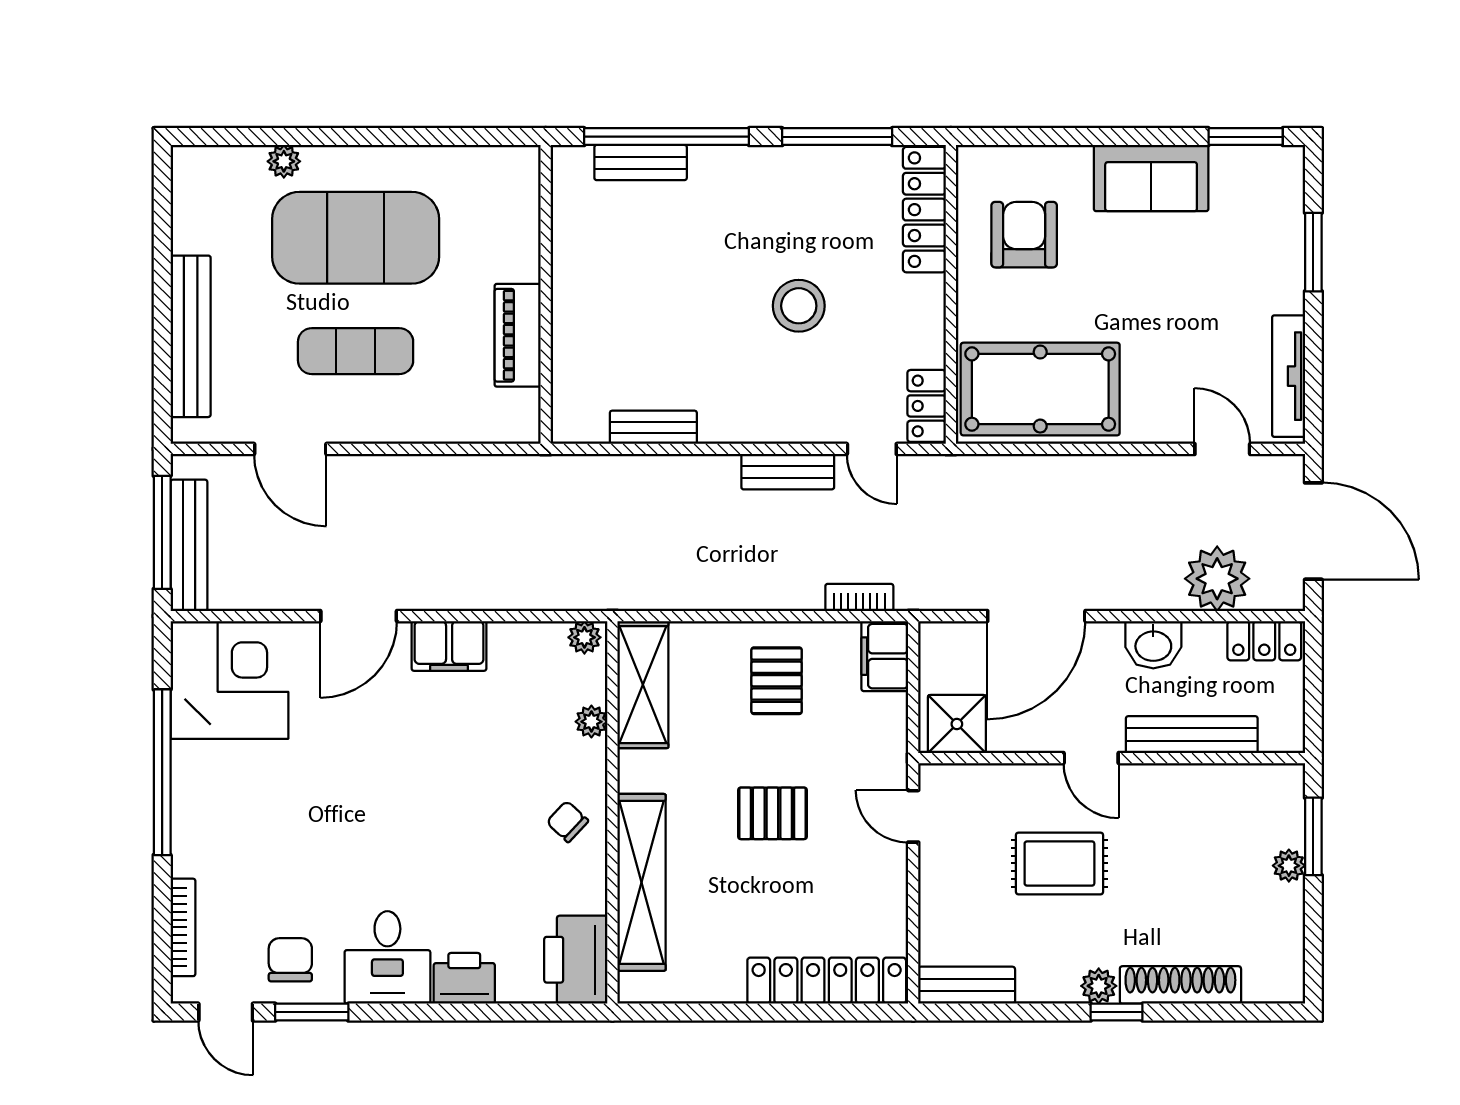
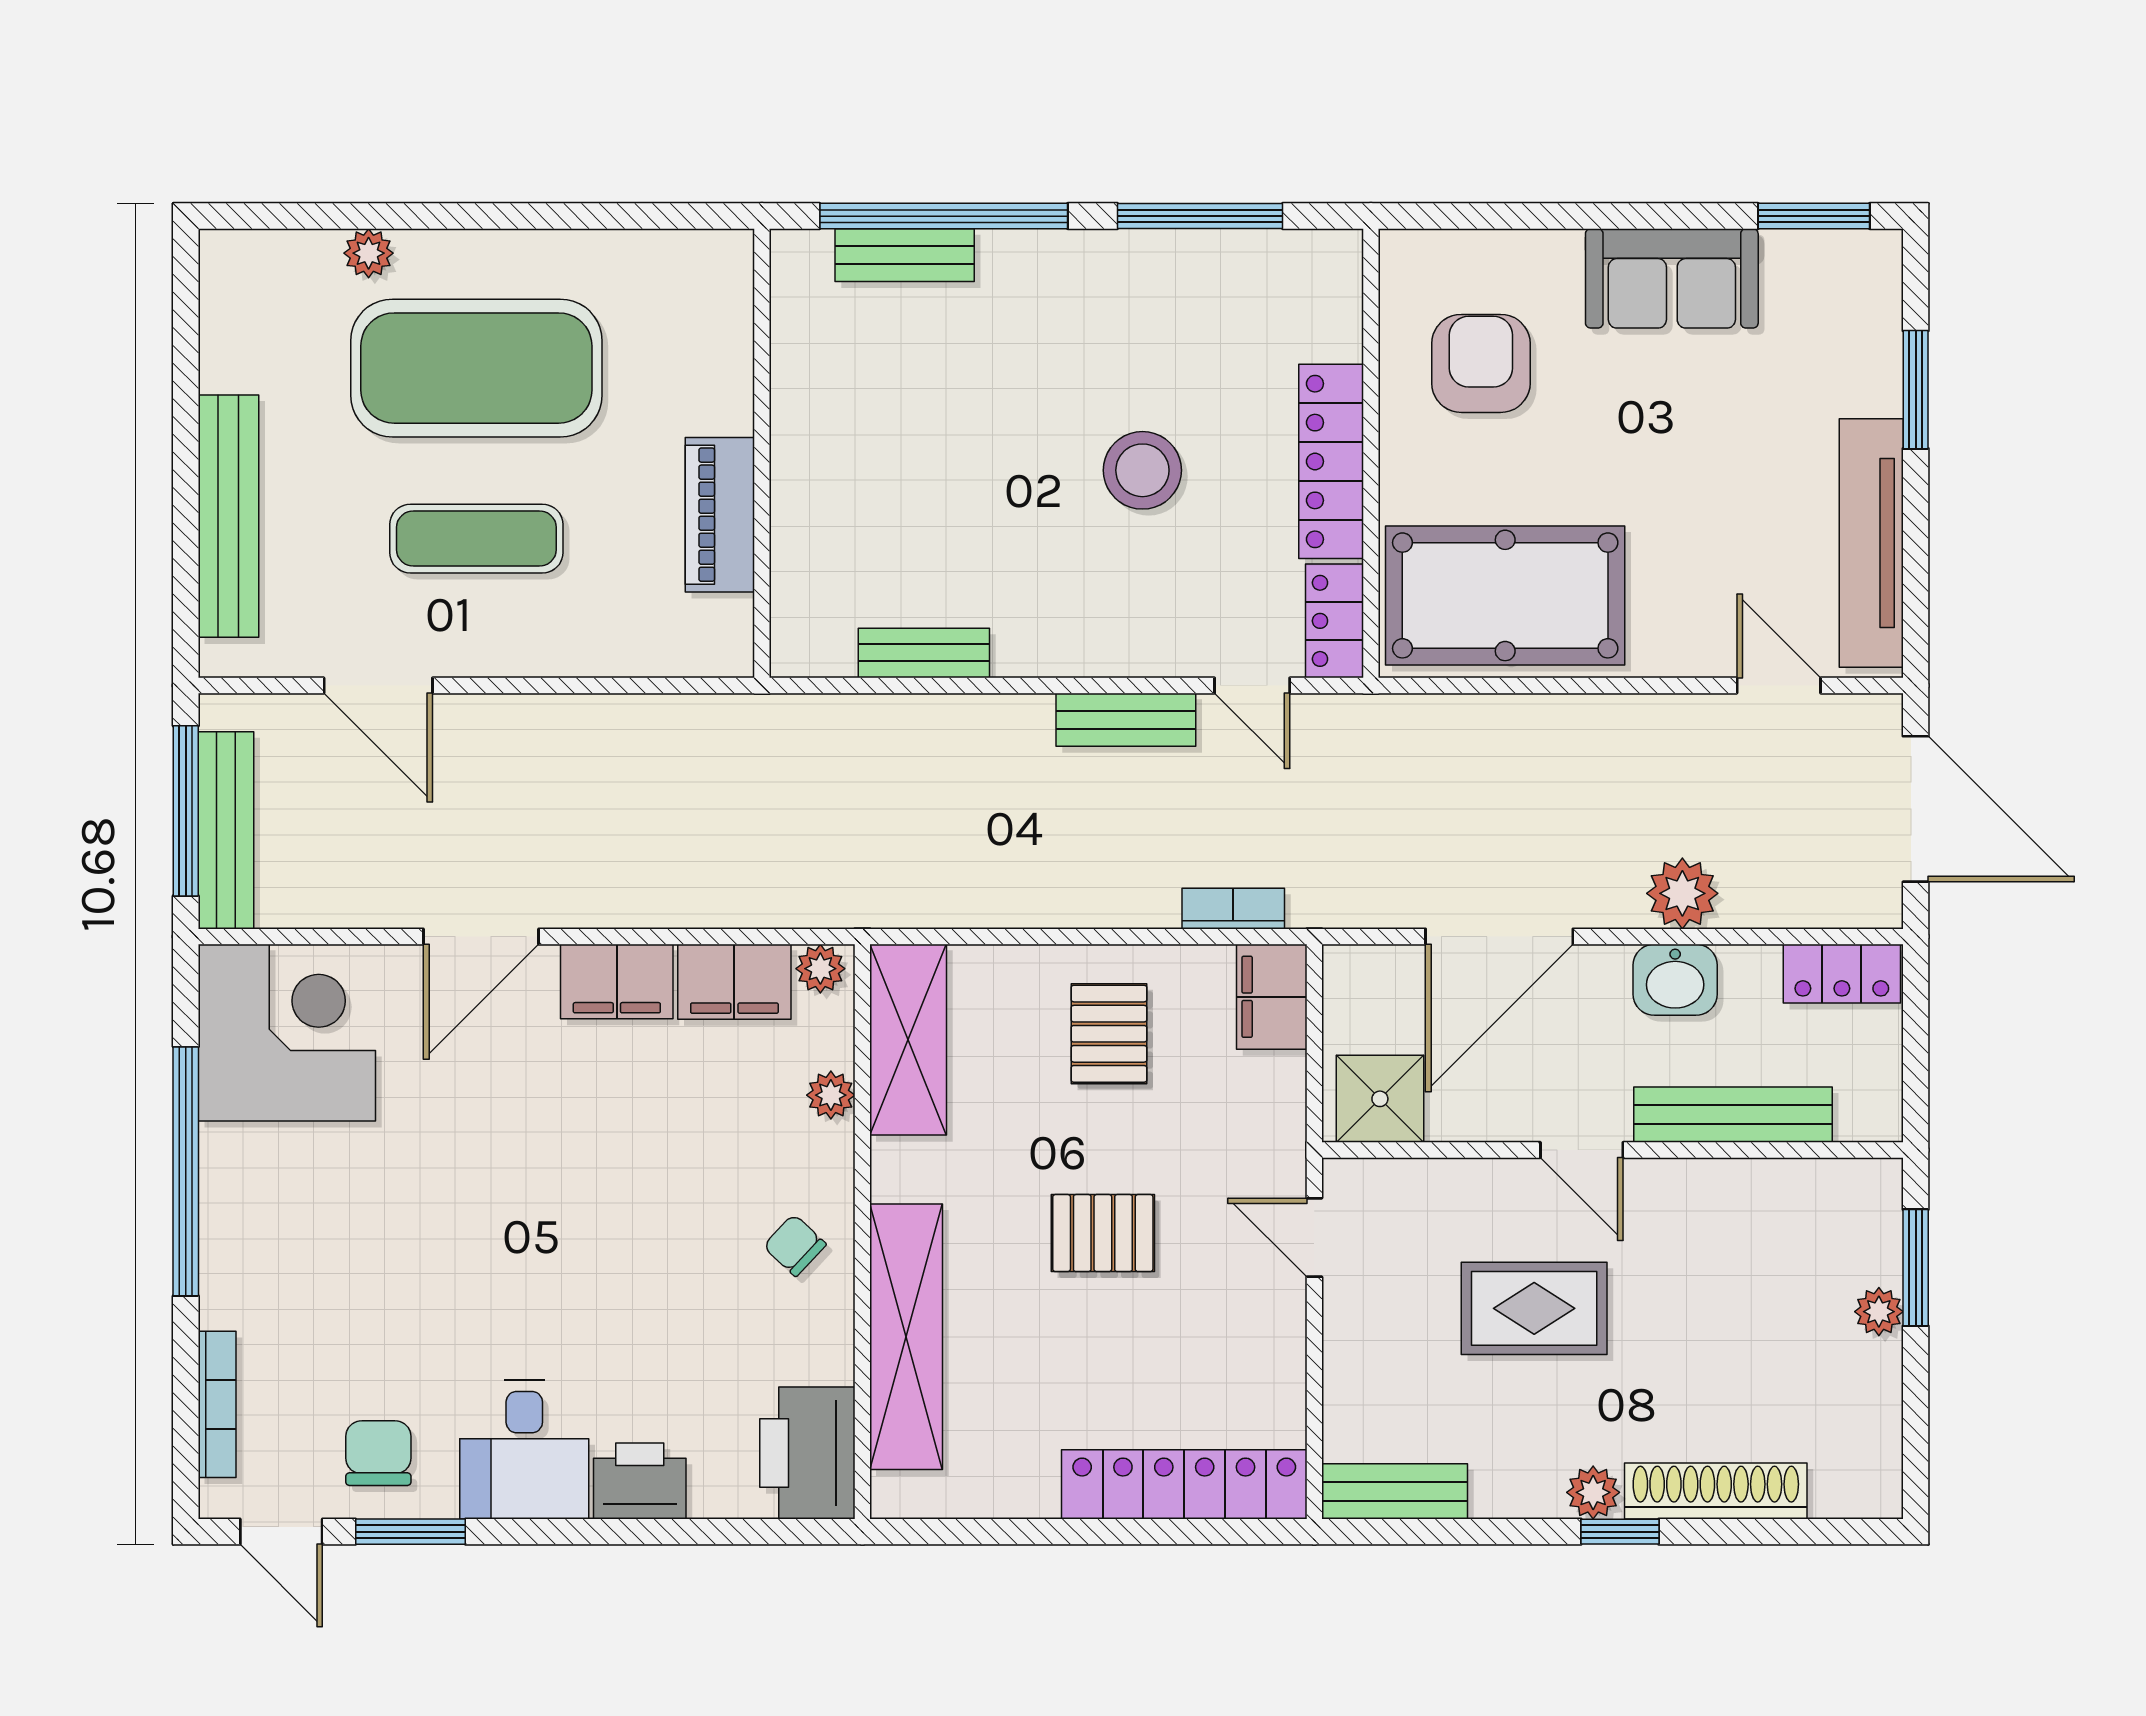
locker: (924, 210) -> (1331, 461), moved
tv unit: (1289, 376) -> (1871, 543), width x1.36, depth x1.29
plant: (1217, 579) -> (1682, 893), moved, width x0.73, depth x0.73
filing cabinet: (527, 646) -> (734, 982), added

